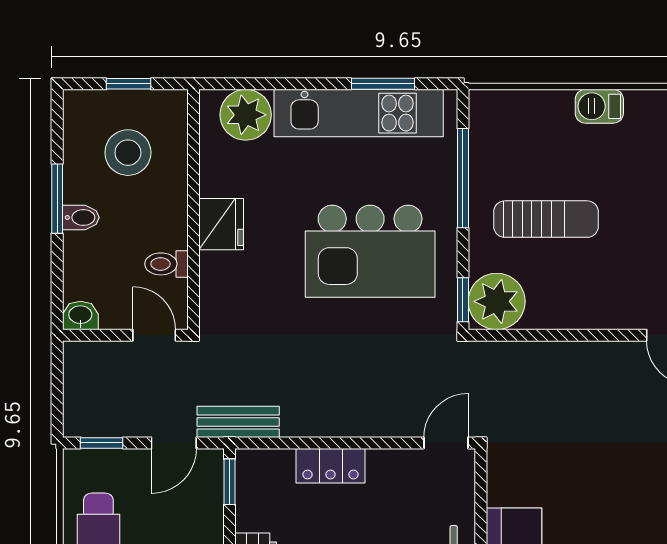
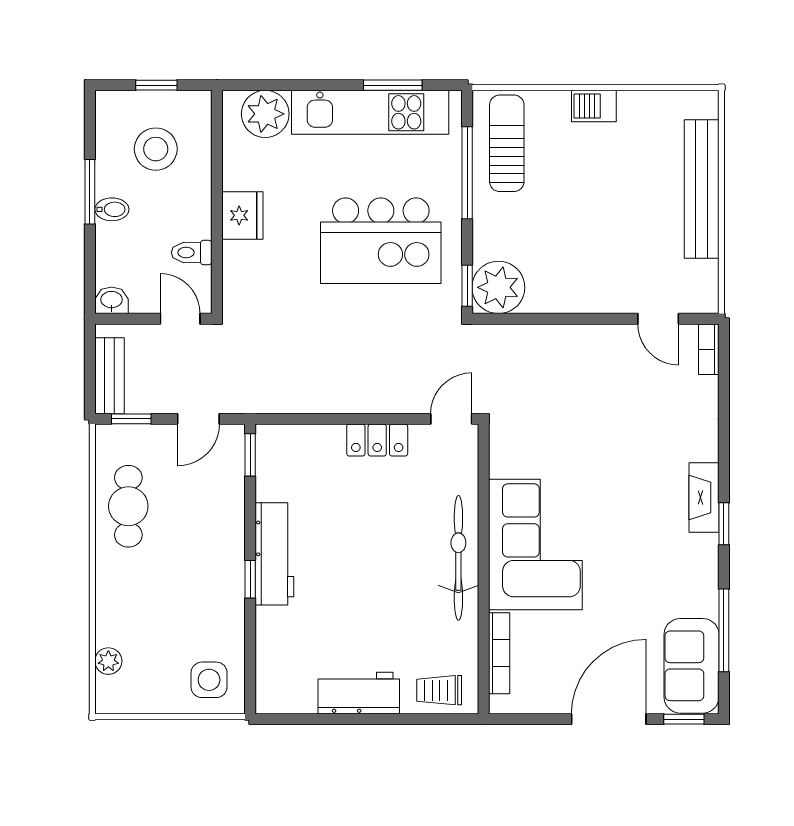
sun lounger: (546, 219) -> (507, 143), moved, turned -90
bench: (238, 422) -> (110, 376), moved, turned 90
locker: (331, 466) -> (377, 440), moved

